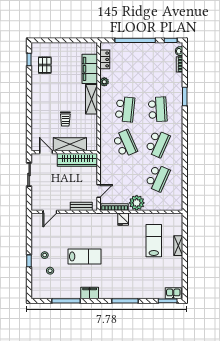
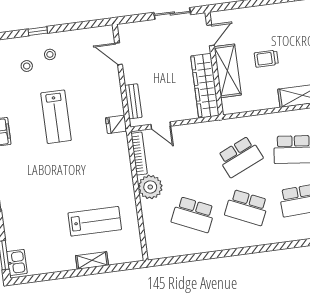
fridge: (123, 219) -> (116, 124), moved

